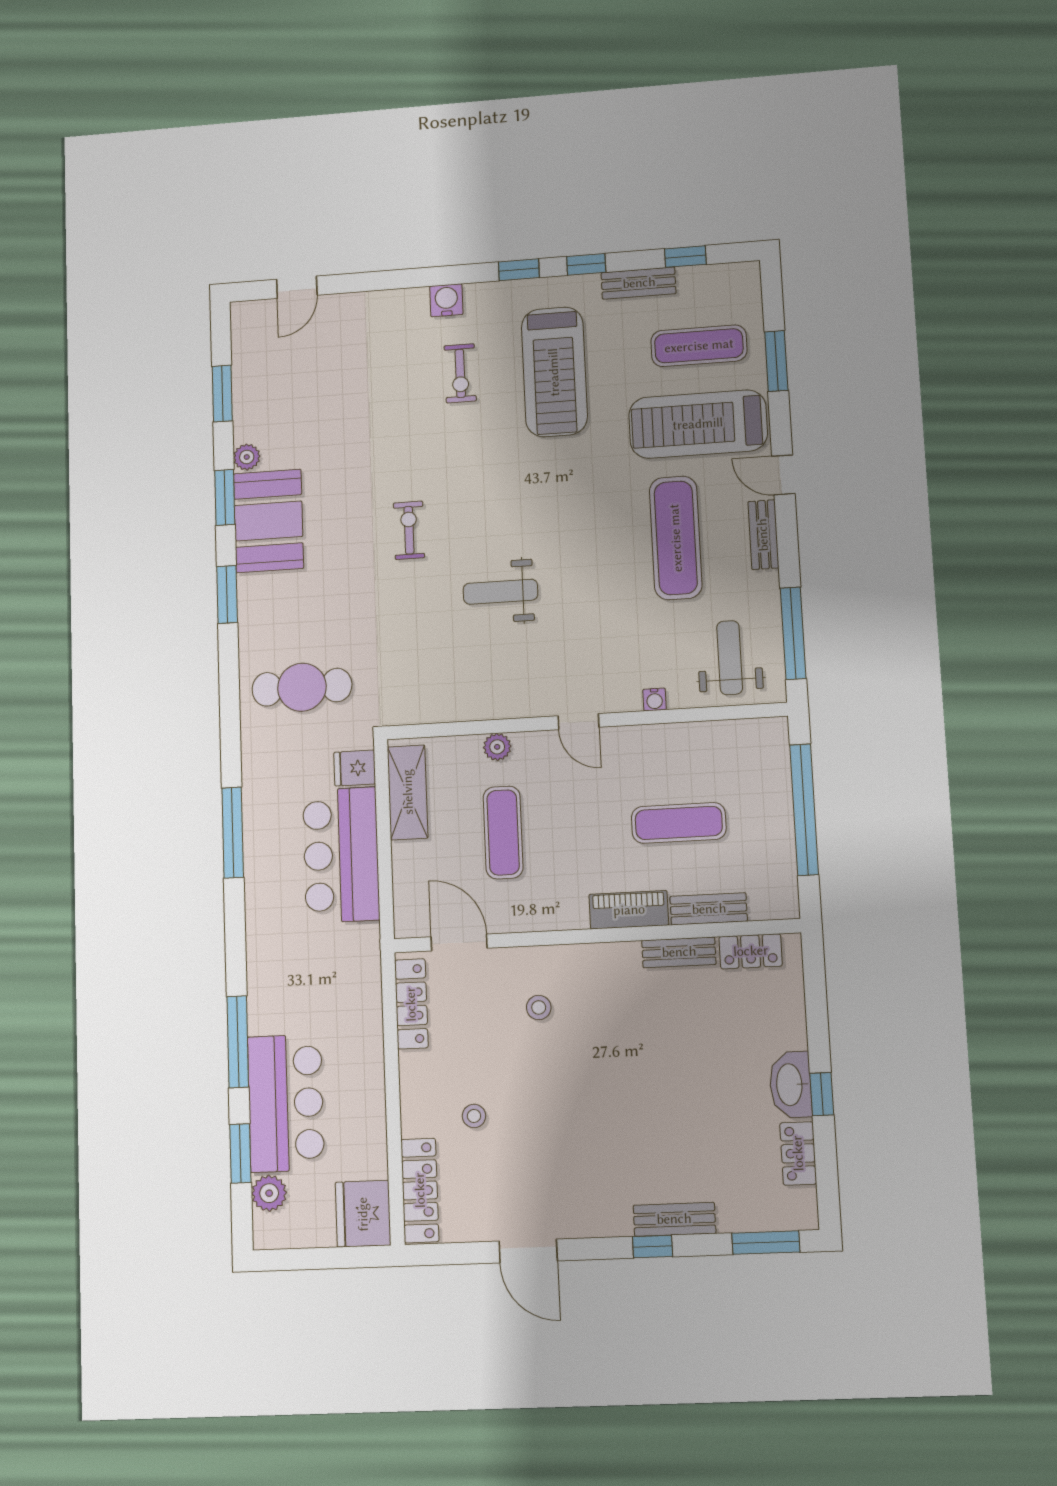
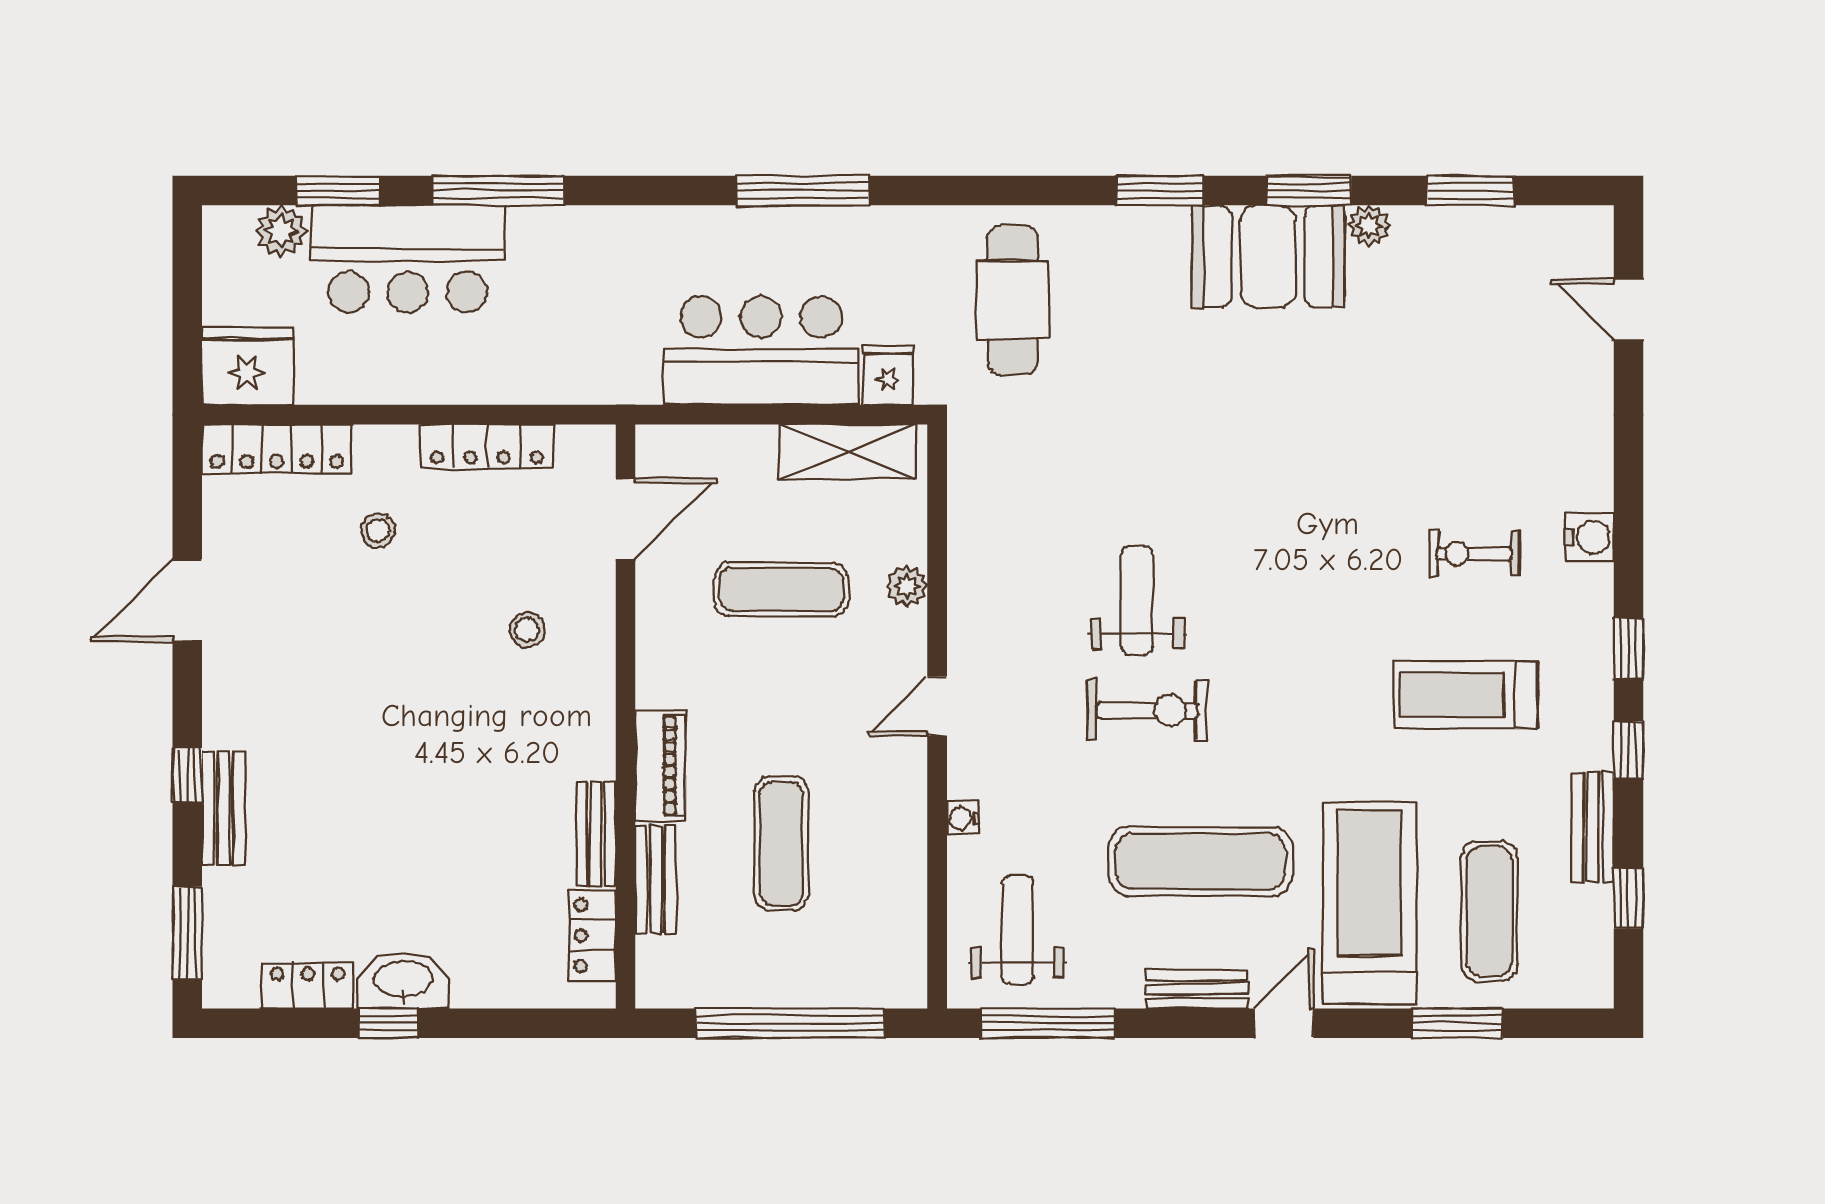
treadmill: (554, 372) -> (1466, 695), width x0.73, depth x0.73
exercise bike: (409, 530) -> (1147, 710), moved, width x1.38, depth x1.39
weight bench: (730, 658) -> (1018, 930), turned -90
locker: (411, 1004) -> (487, 446), moved

